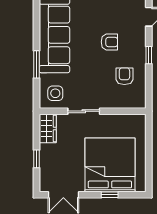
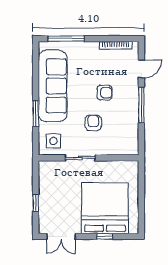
window: (149, 55) -> (141, 105), width x2.17
armchair: (124, 76) -> (93, 123), moved
wardrobe: (48, 129) -> (46, 174), removed

